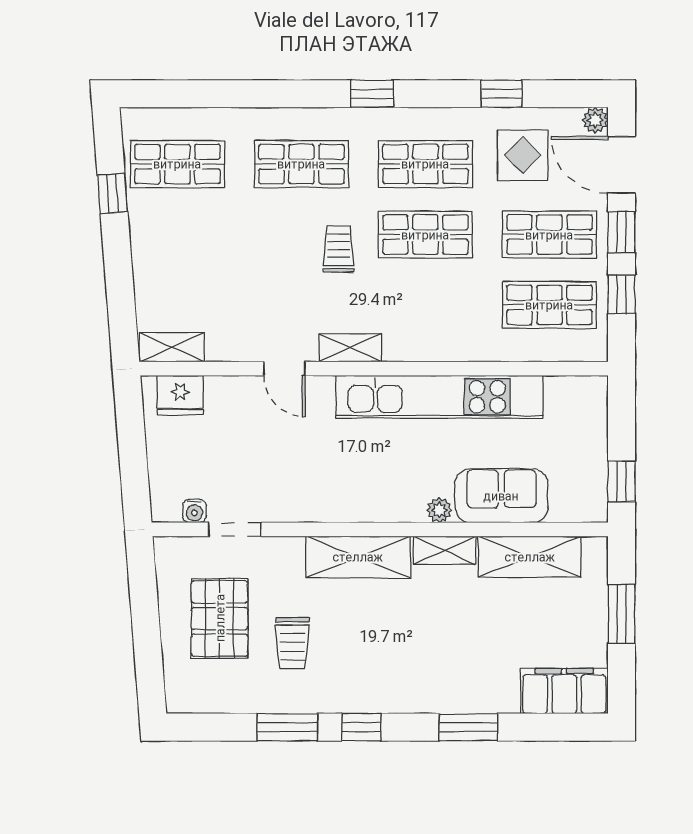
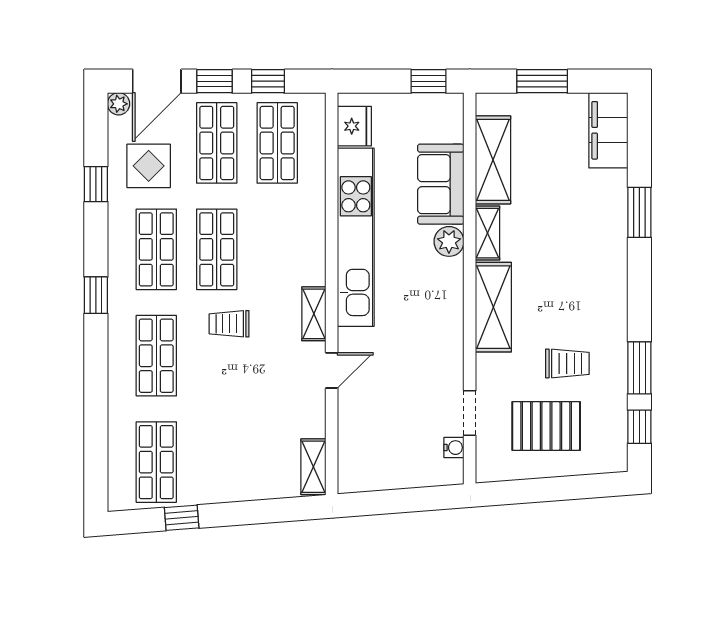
fridge: (180, 395) -> (354, 126), moved
plant: (439, 510) -> (449, 241), width x1.38, depth x1.38
window: (361, 727) -> (639, 427), moved

